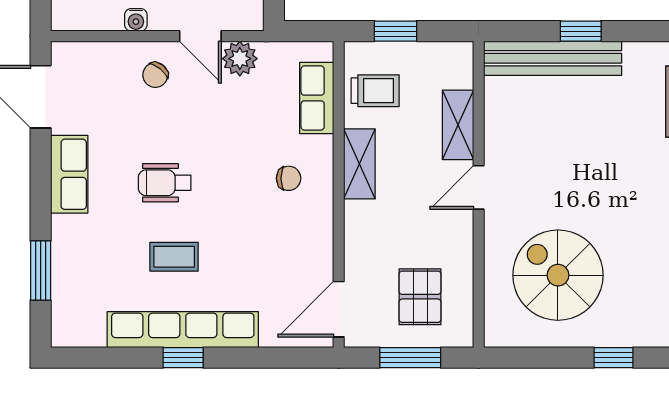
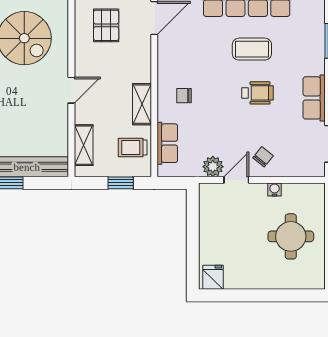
door: (200, 36) -> (236, 180), hinge flipped
shelving: (458, 125) -> (84, 145), moved
coffee table: (174, 257) -> (252, 49), width x1.36, depth x1.30

